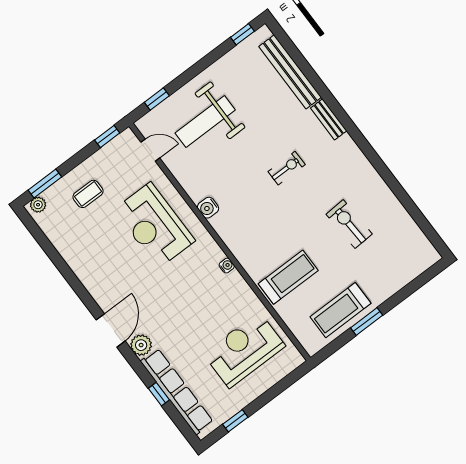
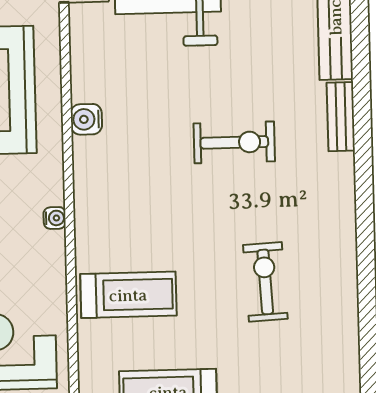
exercise bike: (287, 168) -> (234, 142), width x1.38, depth x1.39

